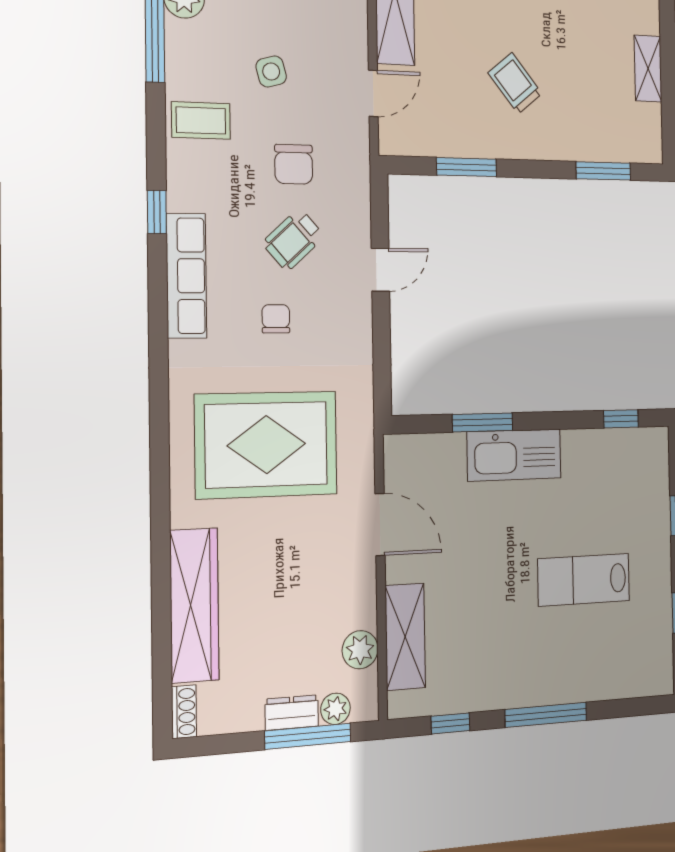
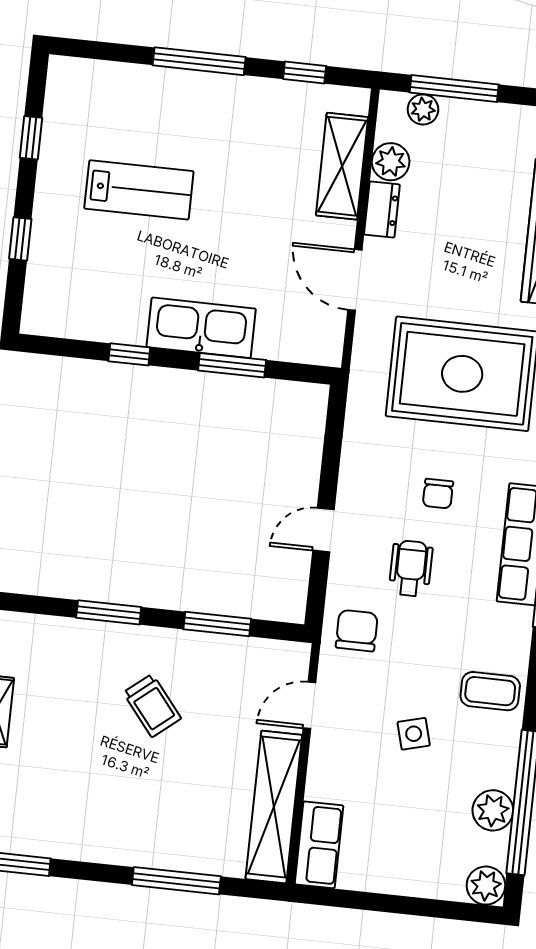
chair: (294, 164) -> (357, 631), moved
window: (603, 171) -> (109, 612), moved
wheelchair: (293, 240) -> (411, 568), turned -48
window: (621, 419) -> (129, 354), moved
dresser: (292, 713) -> (382, 210), moved, turned -90

